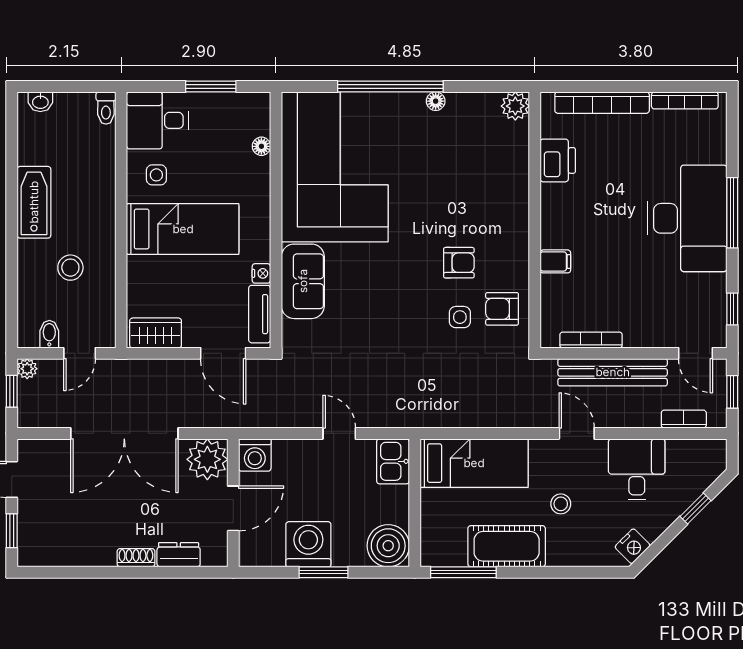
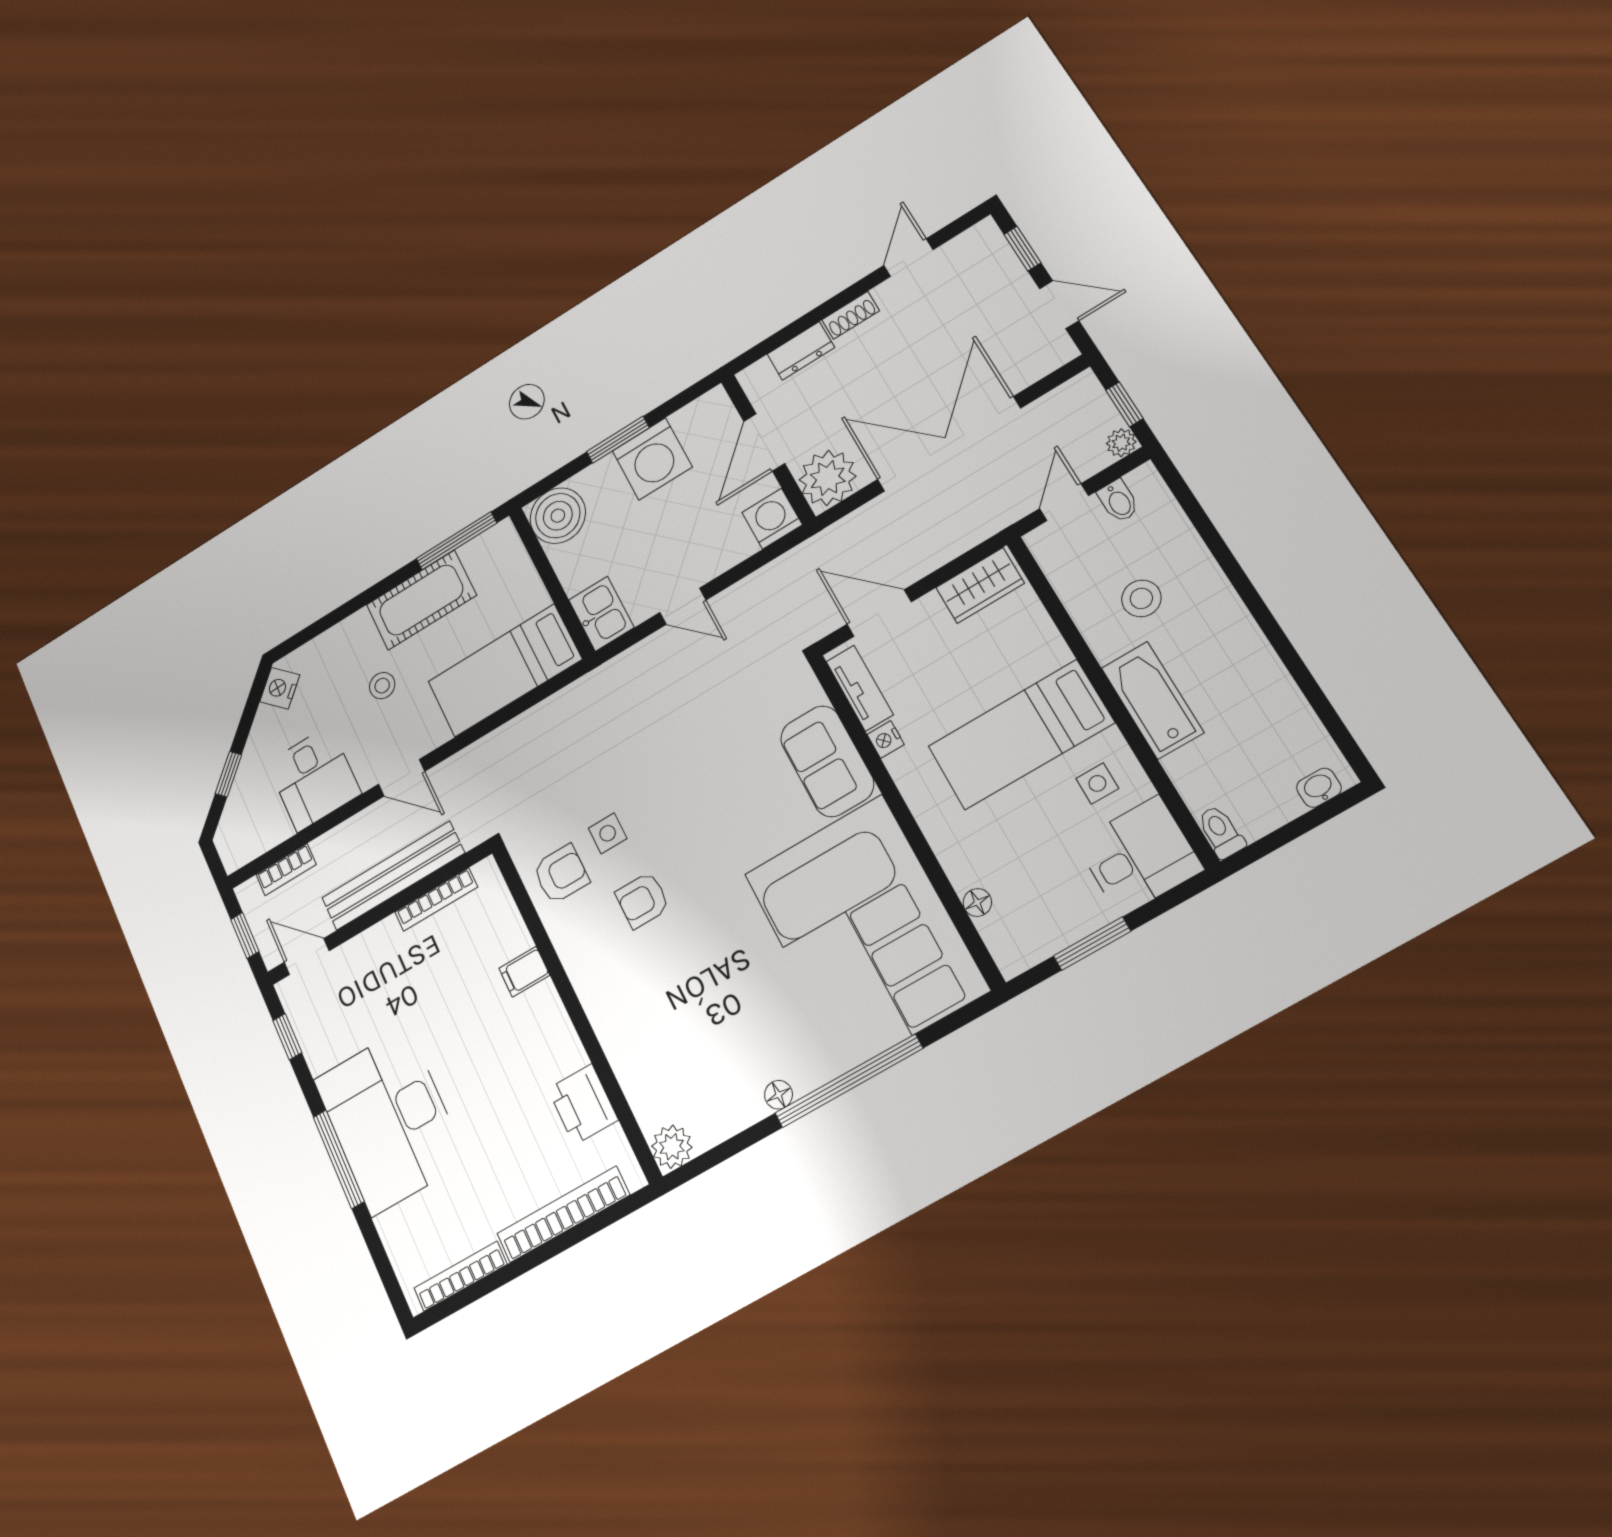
bathtub: (34, 202) -> (1152, 700), moved, turned 180
door: (81, 572) -> (908, 258), added

